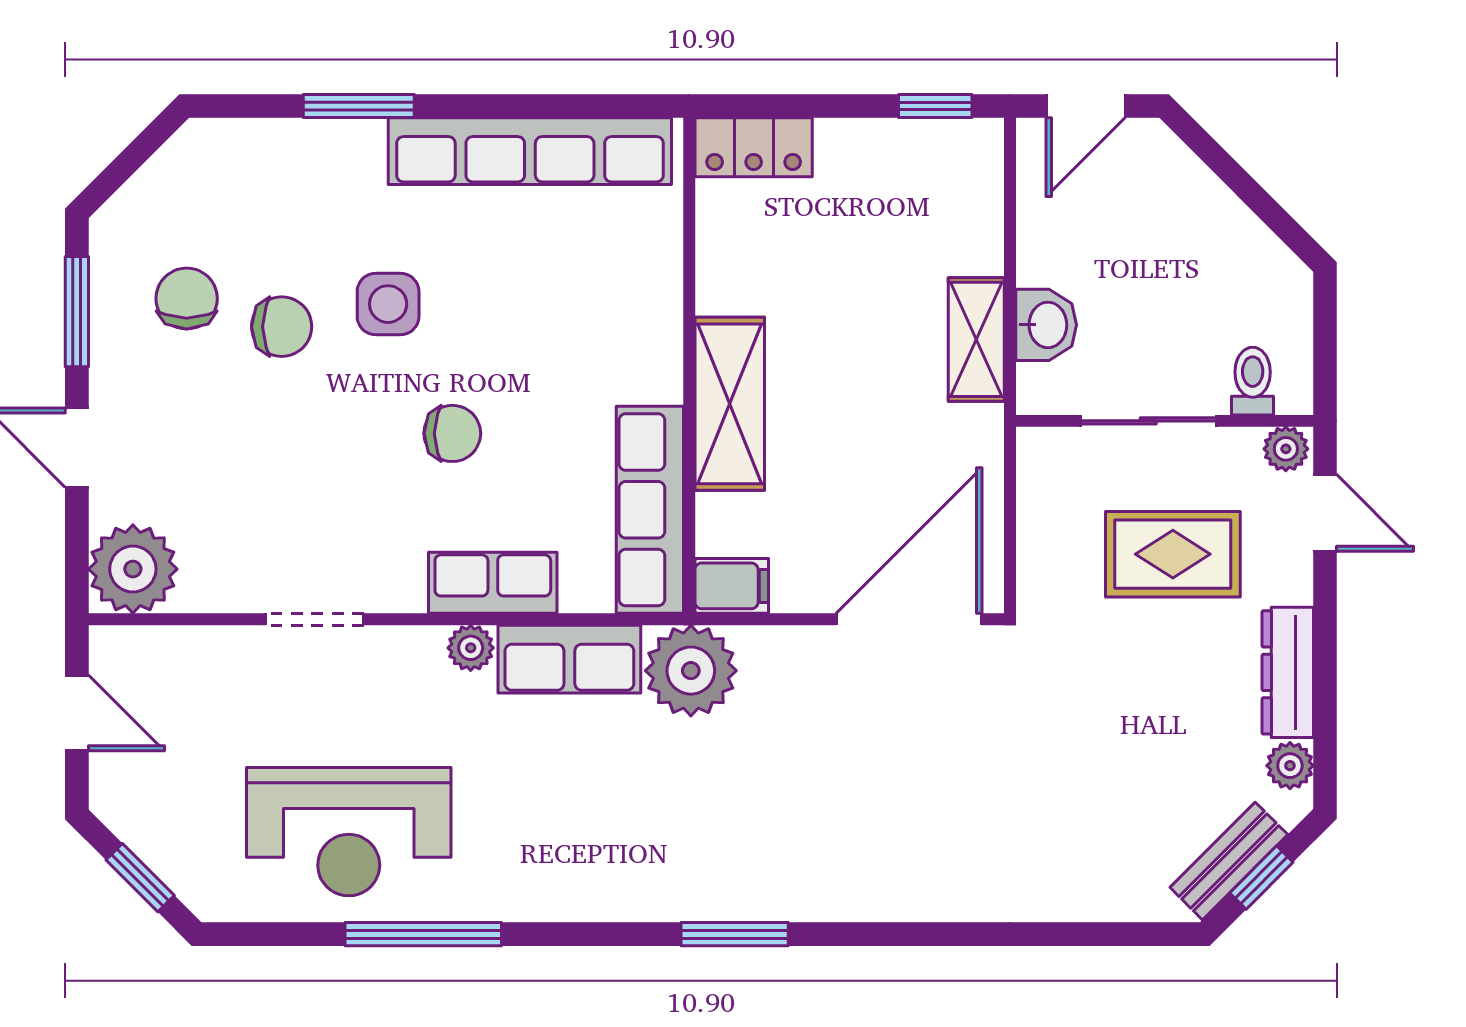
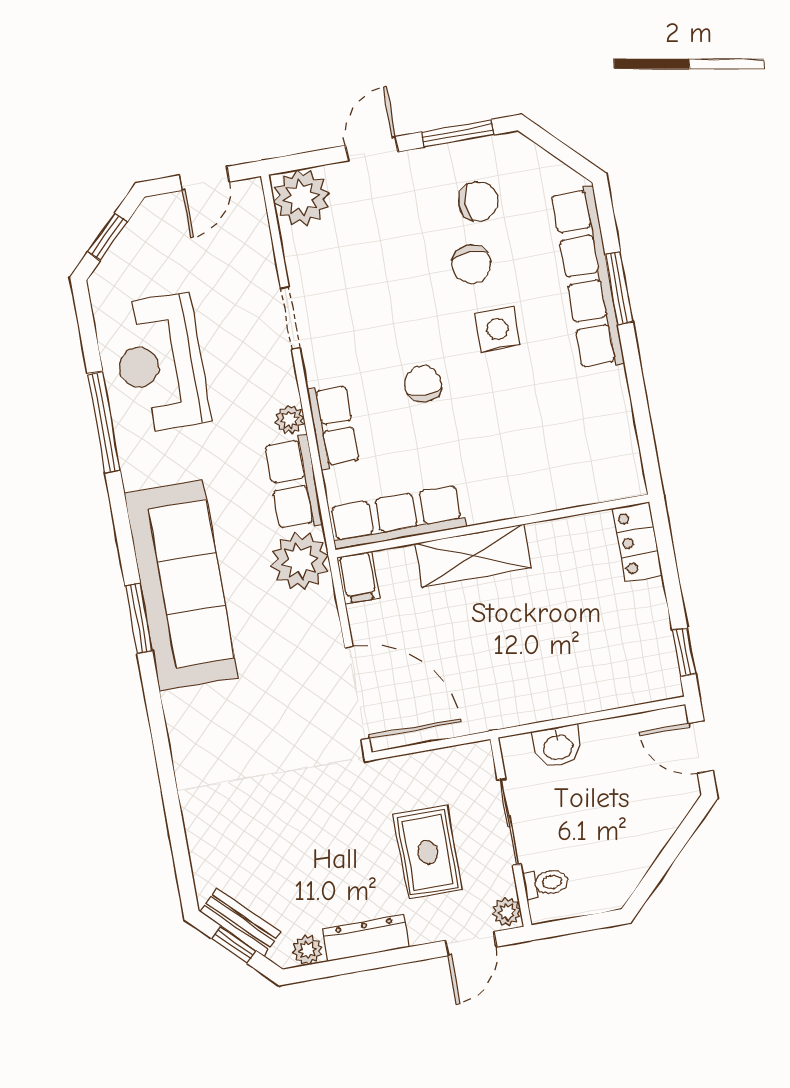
row of seats: (530, 151) -> (588, 278), moved
shelving: (976, 339) -> (541, 704), removed
chair: (452, 433) -> (423, 384), turned 180
sofa: (696, 860) -> (181, 585), added

